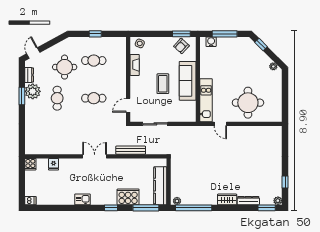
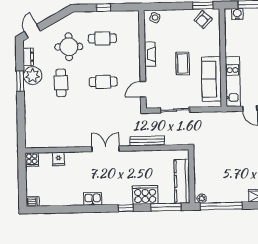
fireplace: (135, 65) -> (150, 54), moved
sofa: (188, 81) -> (211, 79), moved

